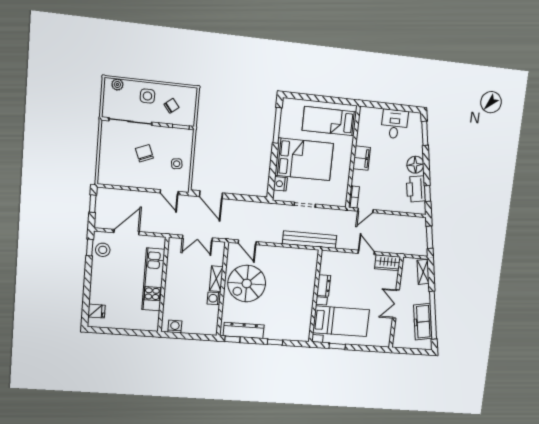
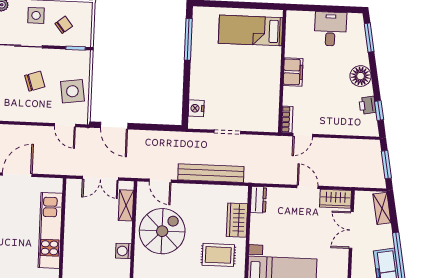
chair: (144, 153) -> (35, 81), turned 94
bed: (304, 159) -> (223, 77), removed
side table: (177, 164) -> (72, 91), width x1.87, depth x1.87
printer: (416, 189) -> (367, 105), width x0.53, depth x0.68
bench: (310, 240) -> (211, 173), moved
wardrobe: (308, 277) -> (237, 220), added
shelving: (216, 279) -> (126, 205), moved
spiral stairs: (247, 283) -> (162, 231), turned 180
dresser: (324, 286) -> (258, 200), moved
rug: (291, 304) -> (218, 255), added
double door: (396, 304) -> (351, 230), moved

